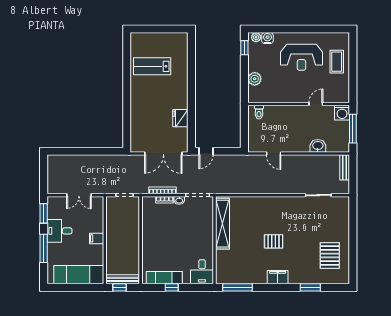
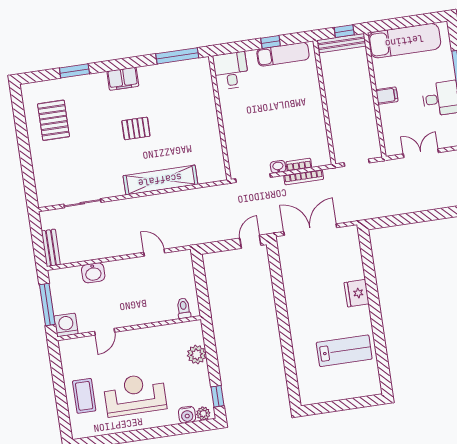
fridge: (180, 118) -> (357, 293), moved, turned 180
shelving: (223, 224) -> (160, 180), moved, turned 90

